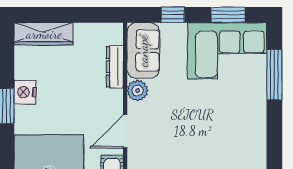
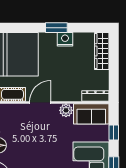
dresser: (115, 67) -> (95, 96), moved
door: (125, 131) -> (40, 103), hinge flipped

